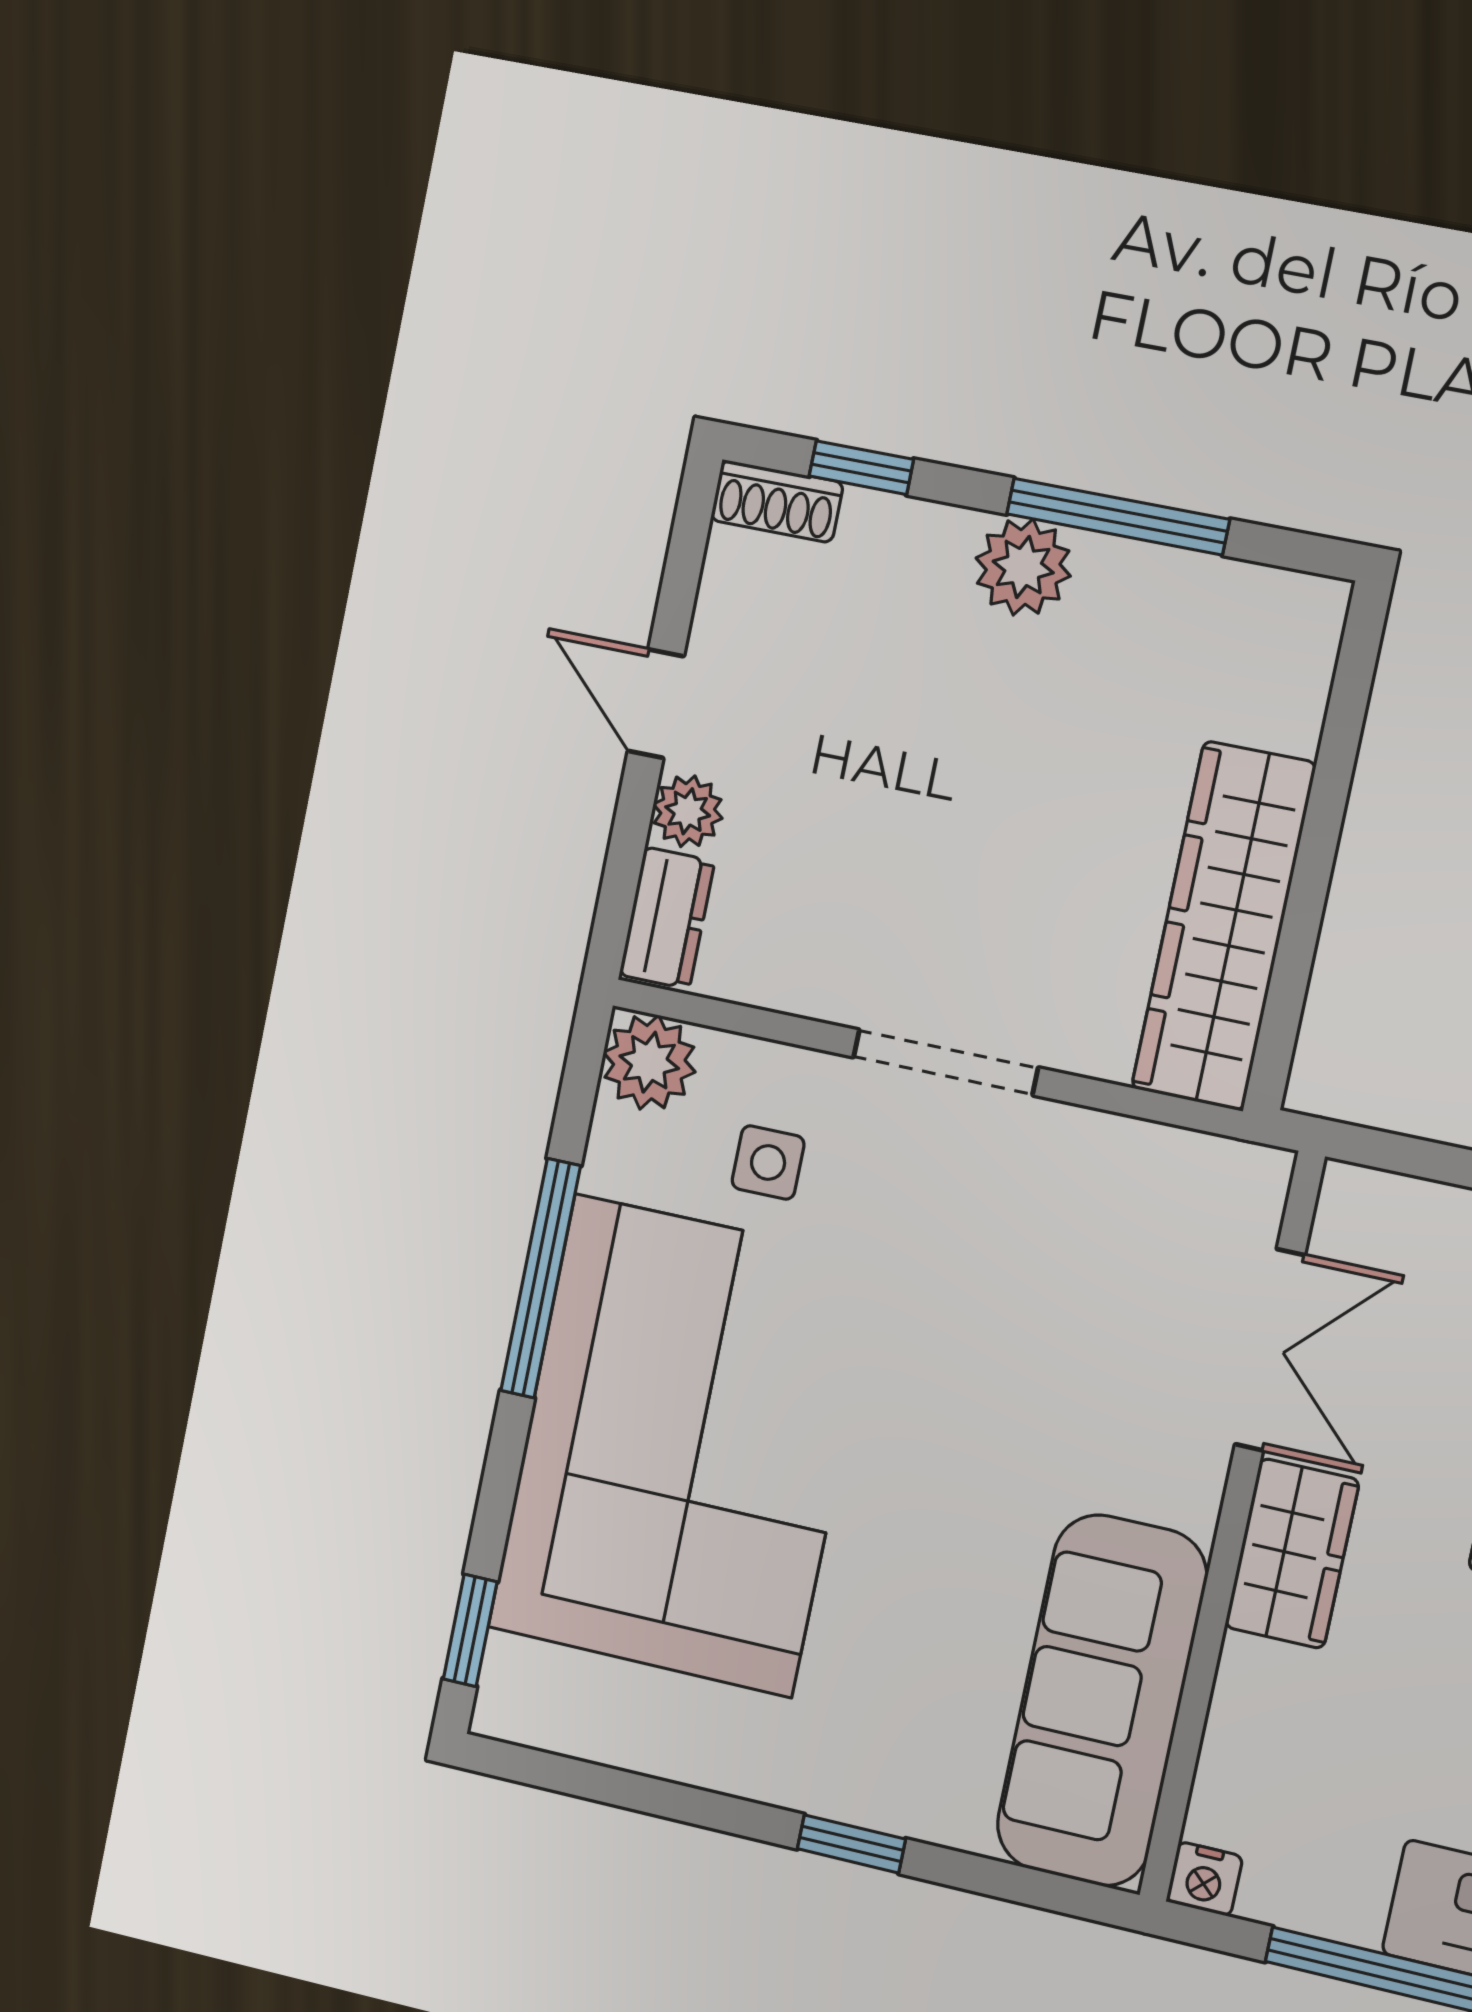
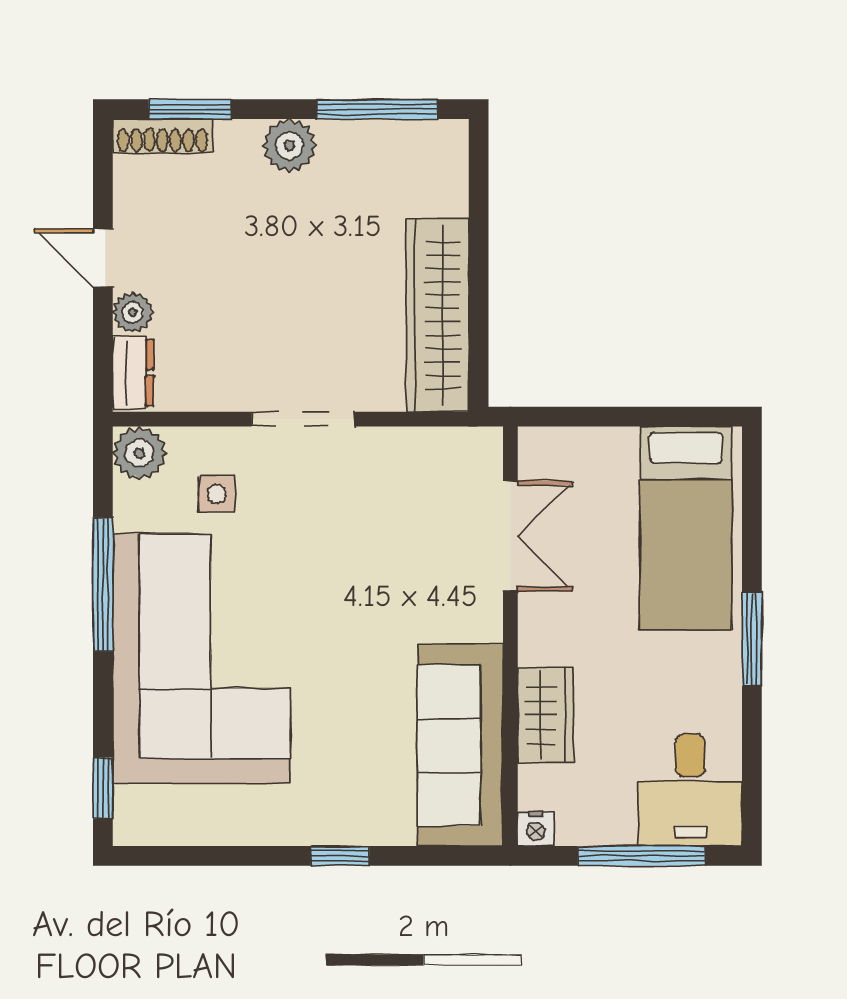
window: (861, 468) -> (190, 109), width x1.50
shoe rack: (777, 501) -> (162, 136), width x1.43
window: (1118, 517) -> (377, 109), moved
wardrobe: (1292, 1553) -> (545, 715), moved

